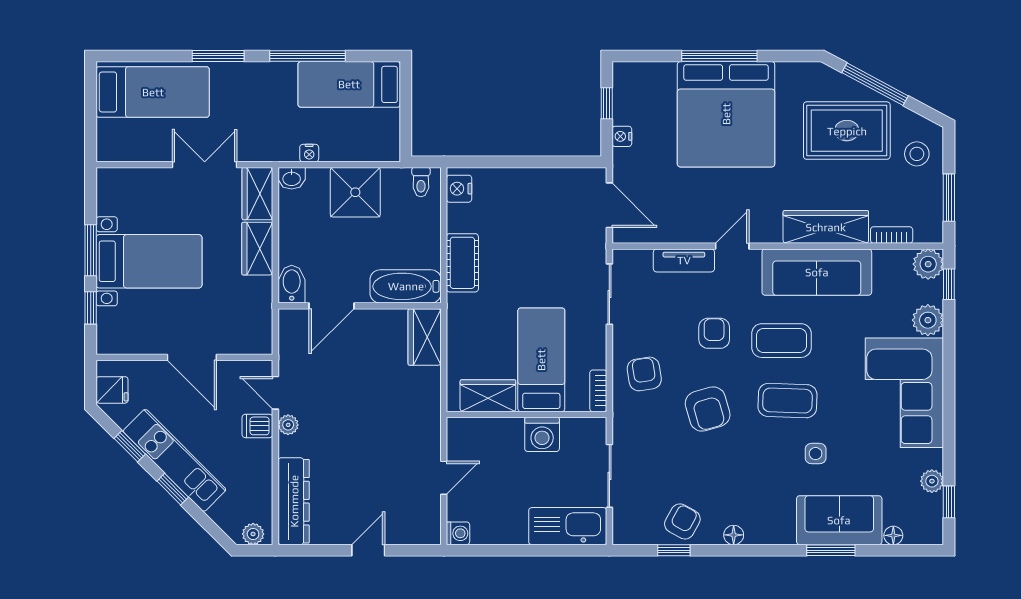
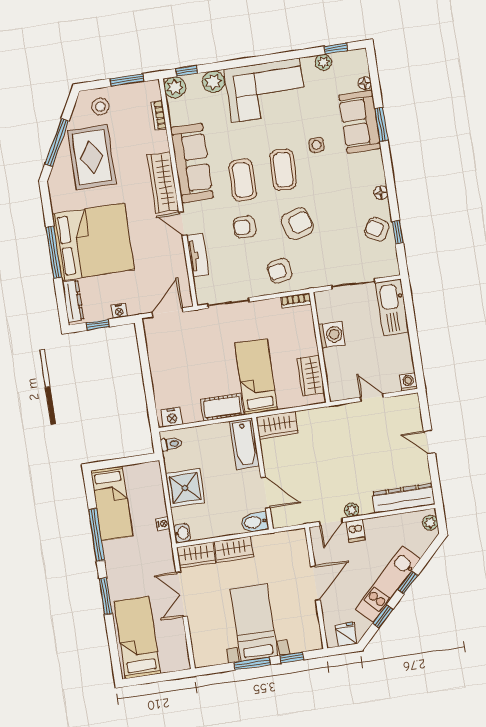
dresser: (646, 73) -> (73, 301), added
wardrobe: (826, 227) -> (163, 183), moved
bed: (541, 360) -> (256, 377), moved, turned 90

